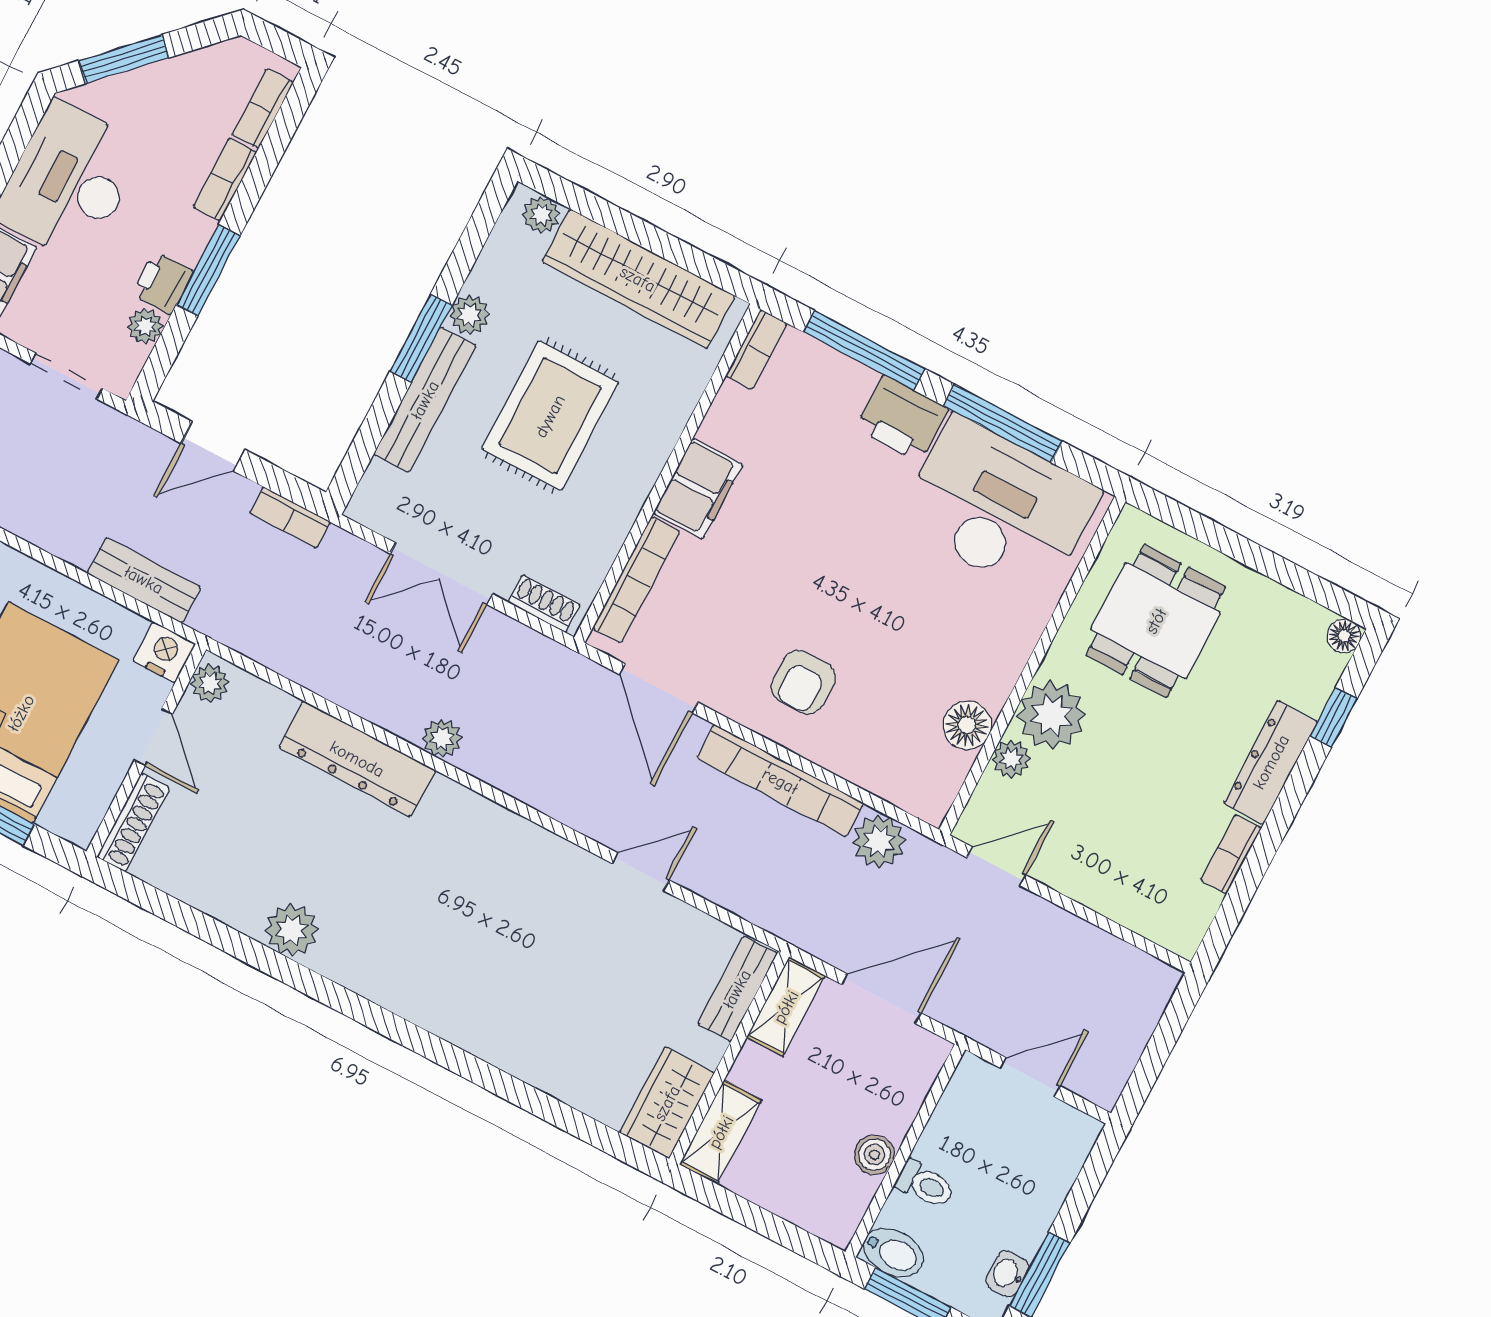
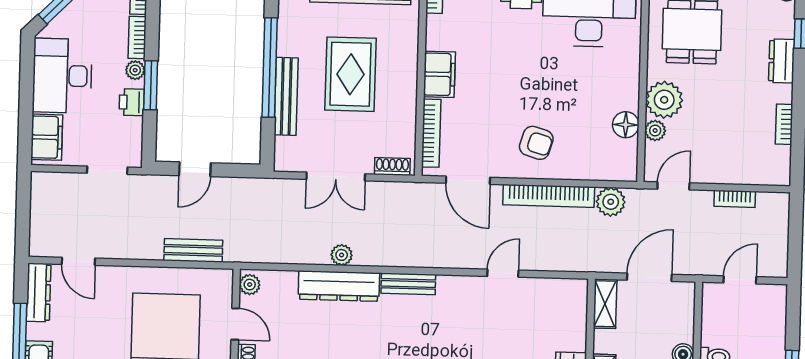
plant: (470, 315) -> (288, 45), removed
plant: (145, 326) -> (135, 70), moved
window: (421, 338) -> (270, 68), width x2.11
bookcase: (290, 517) -> (735, 199), moved
nightstand: (164, 652) -> (220, 280), removed
armchair: (803, 682) -> (536, 143), turned -73
plant: (442, 738) -> (342, 255), moved
dresser: (1271, 762) -> (782, 61), width x0.70
bench: (737, 989) -> (408, 284), moved, turned 90

